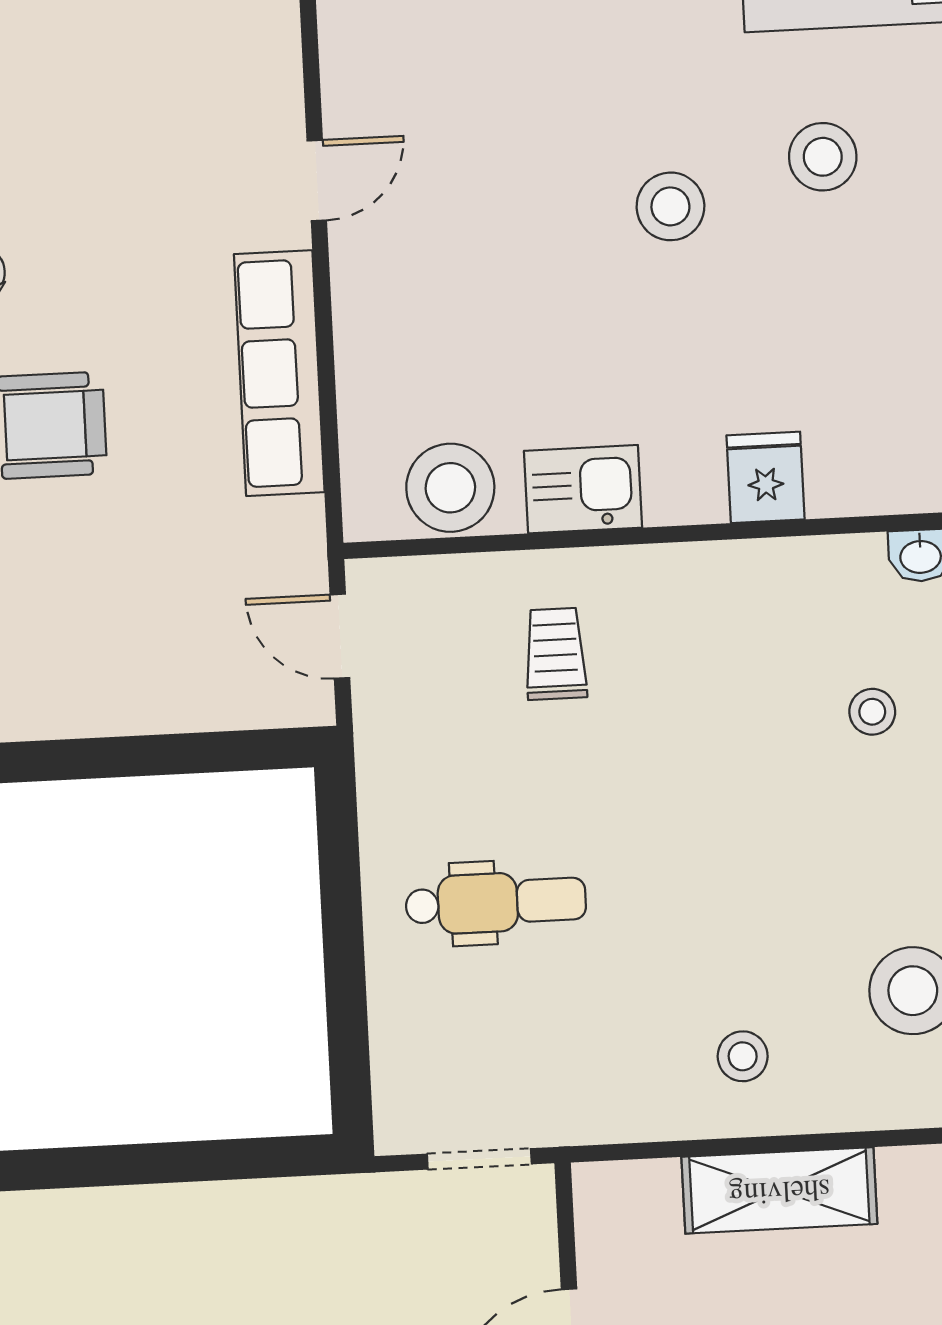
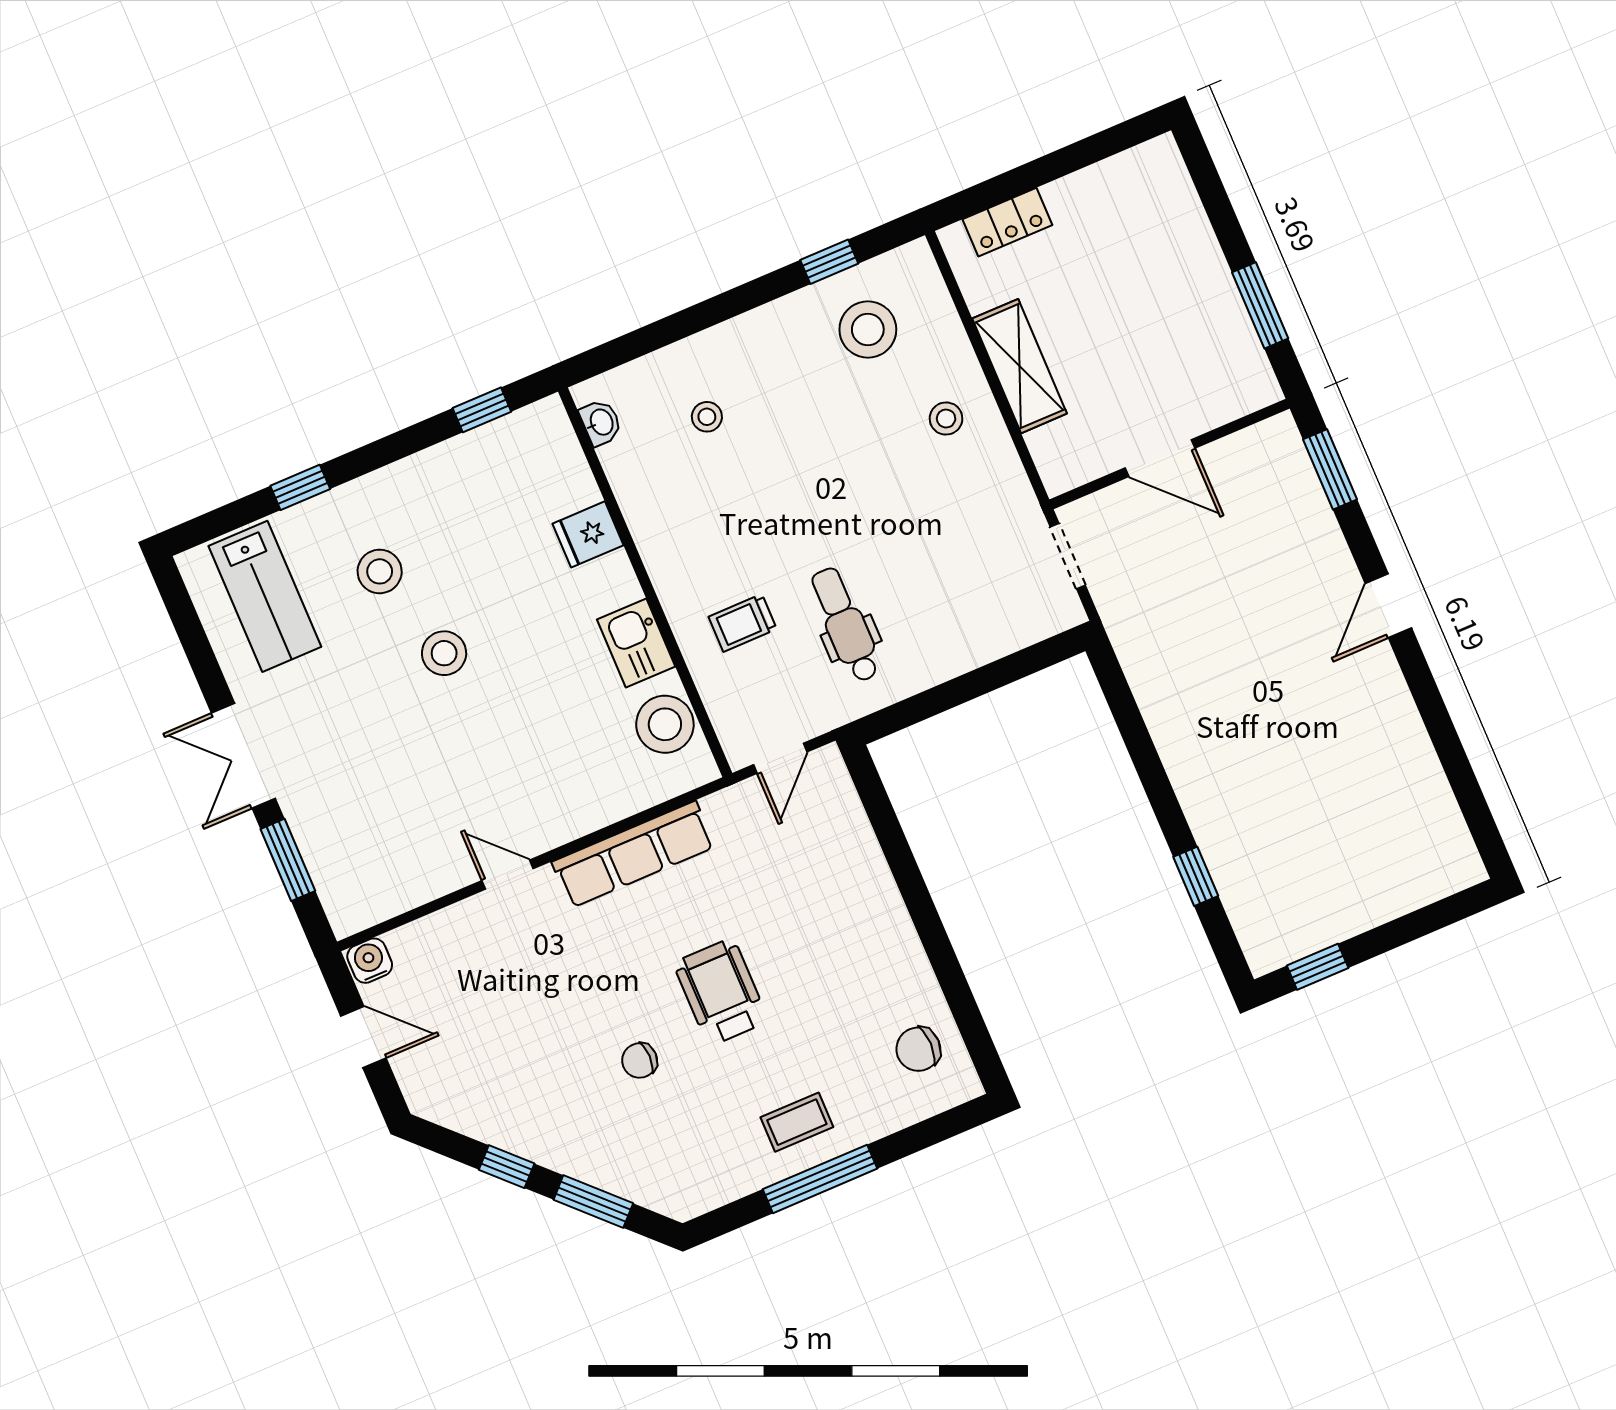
dental chair: (496, 902) -> (845, 625), moved

